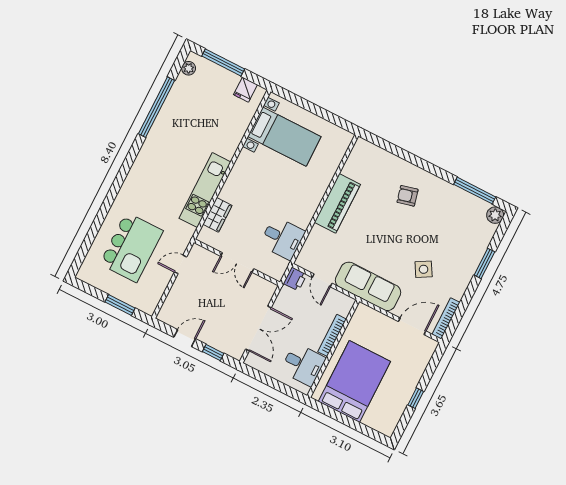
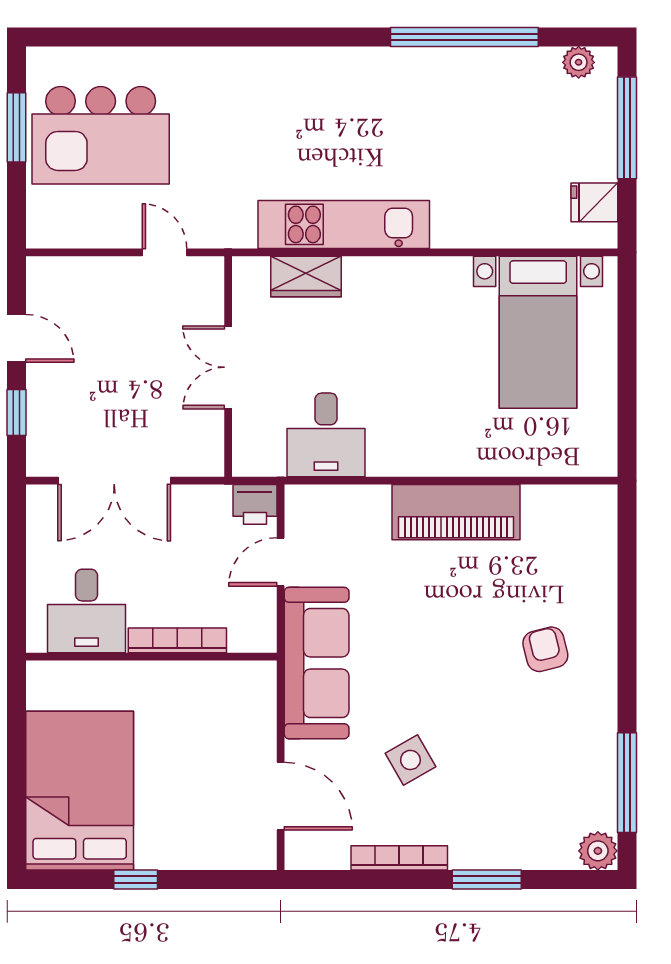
kitchen island: (131, 247) -> (101, 135), moved
window: (120, 305) -> (17, 127), moved
bookcase: (446, 318) -> (399, 858), moved
bed: (354, 382) -> (80, 791), moved, turned -90

